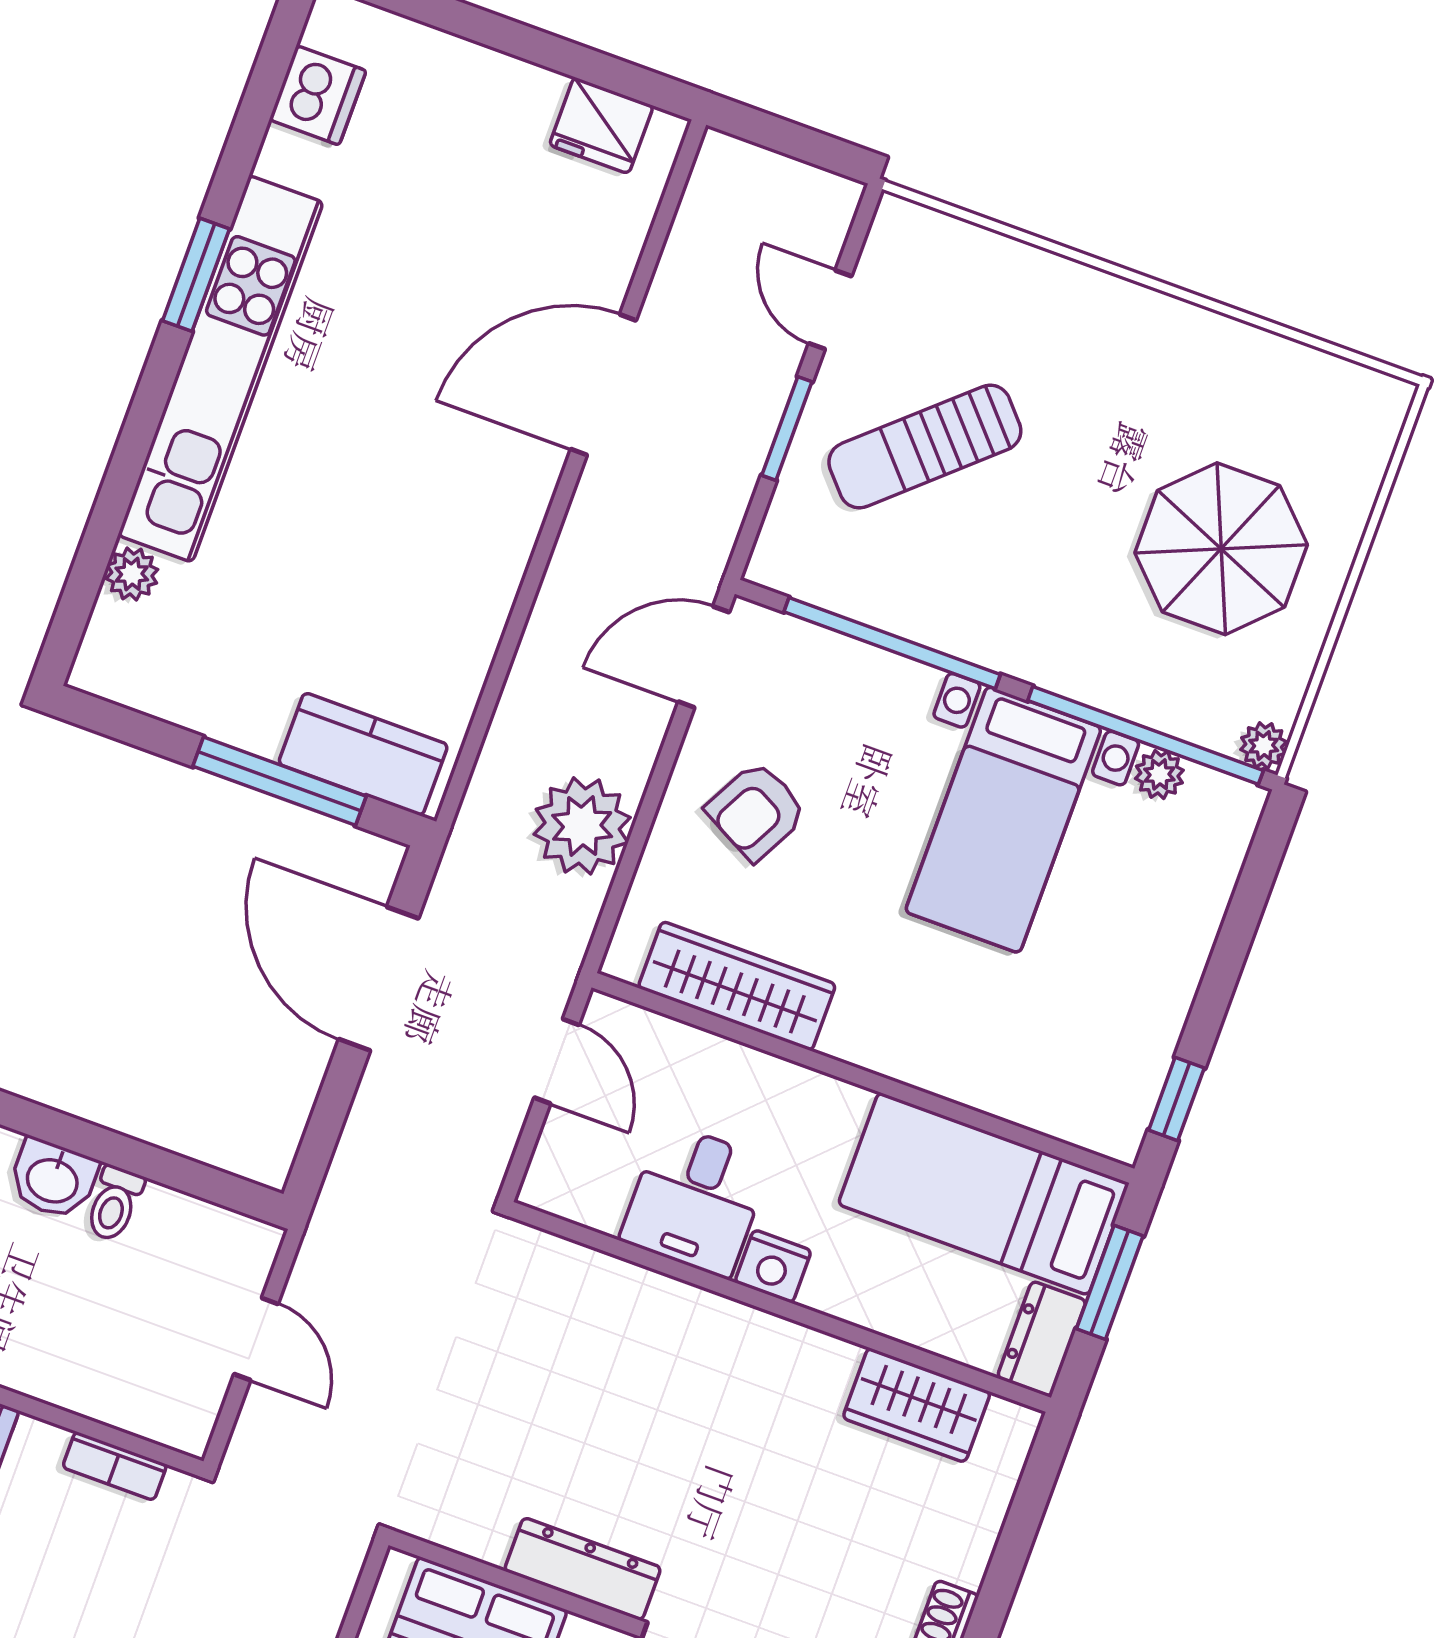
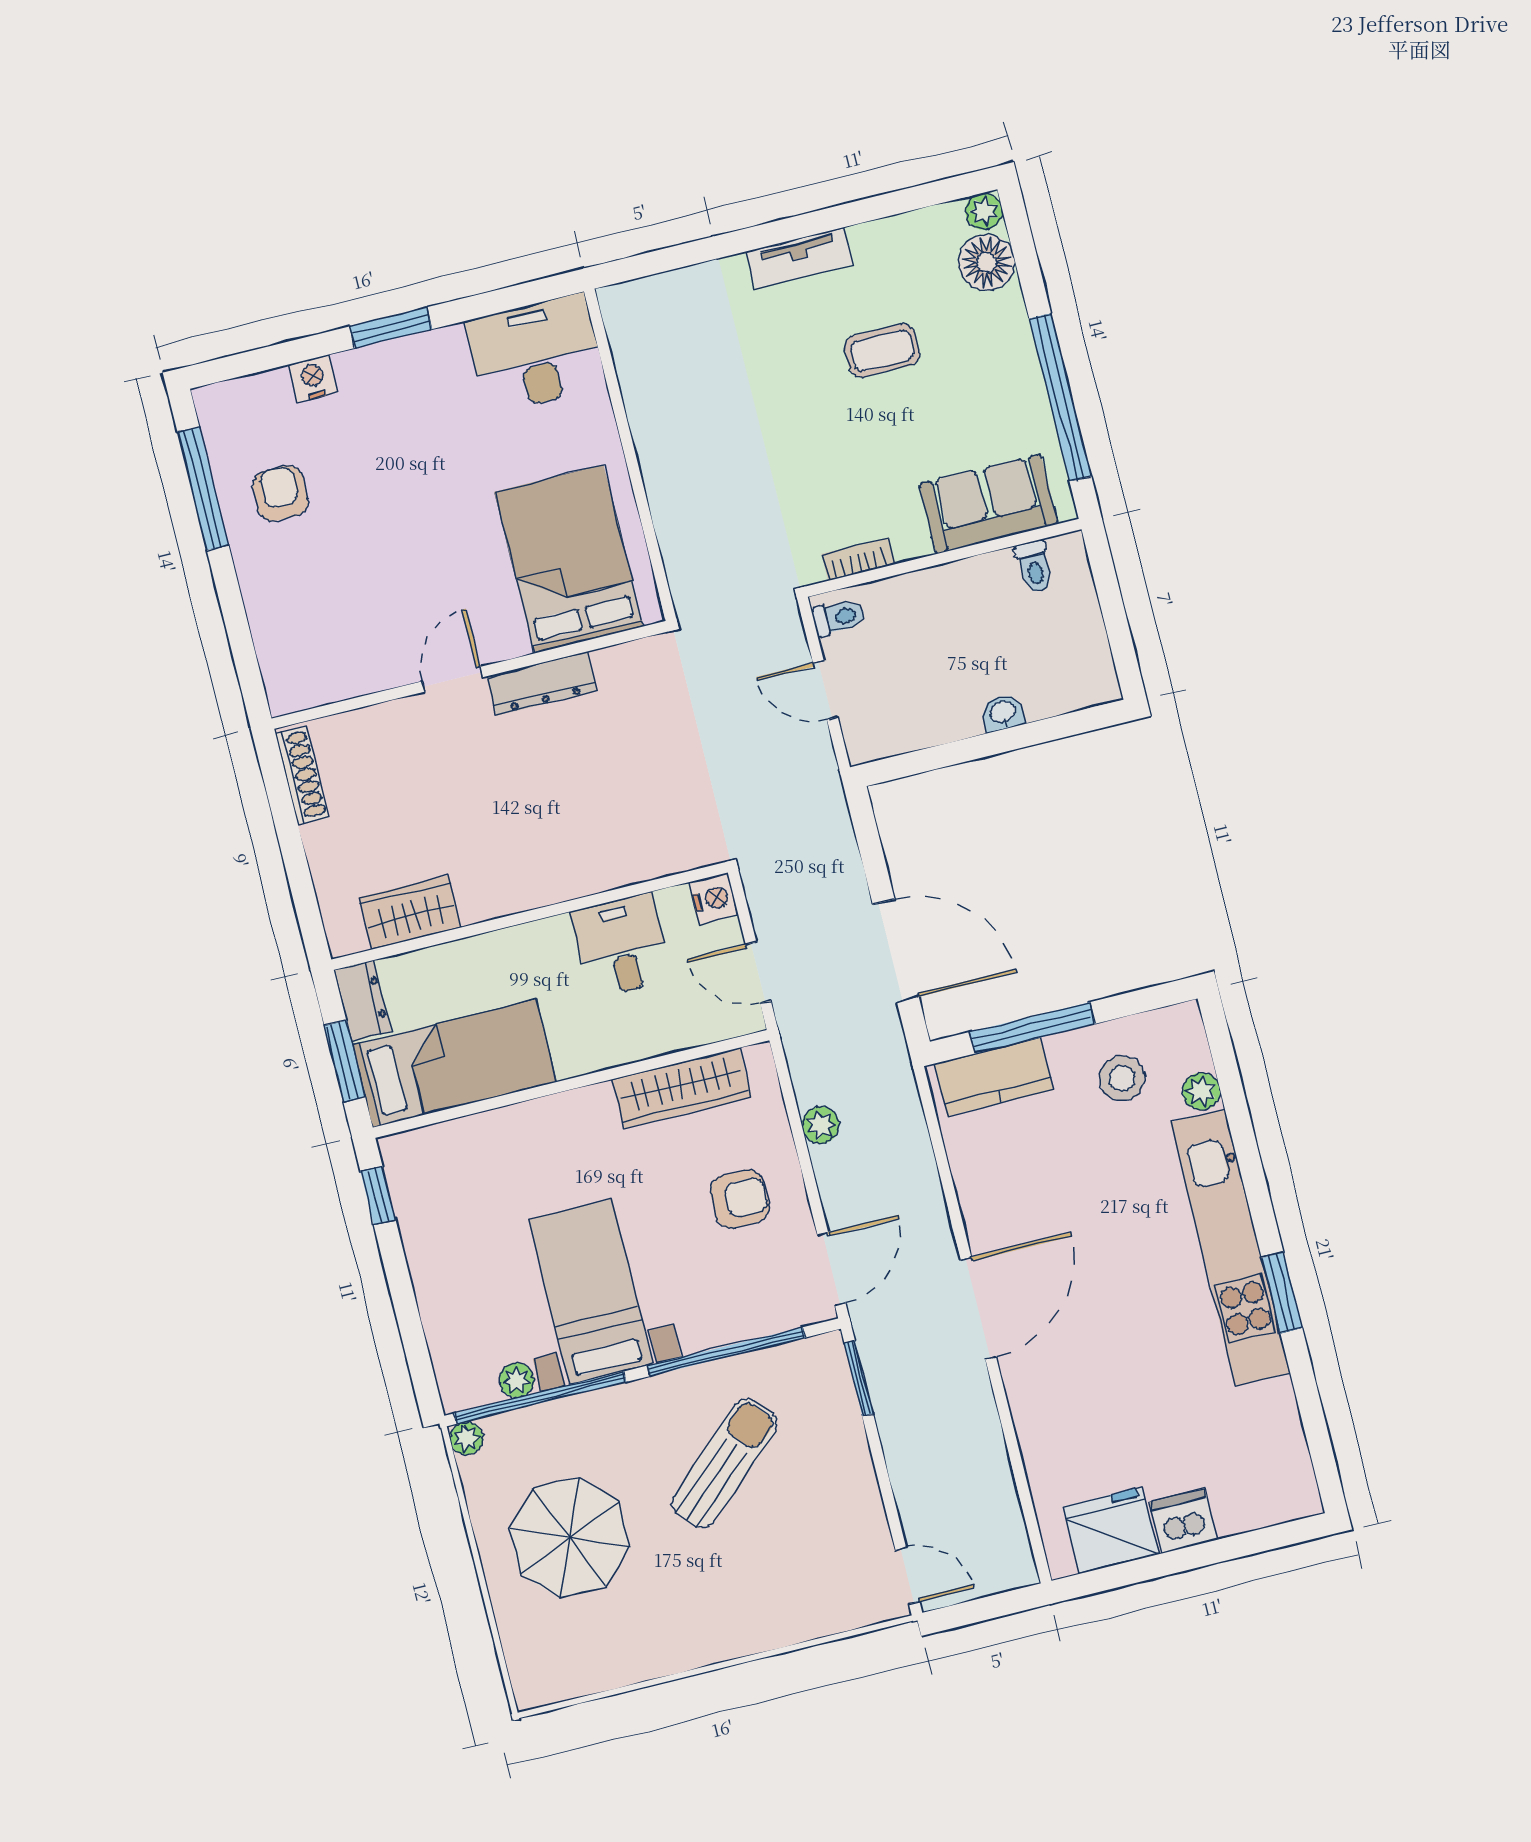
dishwasher: (318, 95) -> (1183, 1521), moved, turned 90
fridge: (601, 125) -> (1111, 1530), width x1.36, depth x1.34
door: (830, 310) -> (907, 1576), moved
door: (603, 385) -> (978, 1308), moved
window: (787, 429) -> (859, 1378), moved
sun lounger: (925, 446) -> (724, 1463), moved
stool: (214, 652) -> (1122, 1078), added
armchair: (756, 811) -> (740, 1199), turned 62
plant: (582, 826) -> (821, 1125), width x0.53, depth x0.53
washbasin: (53, 1179) -> (1003, 713), width x0.72, depth x0.69
toilet: (114, 1204) -> (839, 617), moved, turned 90
nightstand: (773, 1266) -> (714, 899), moved, turned 90

